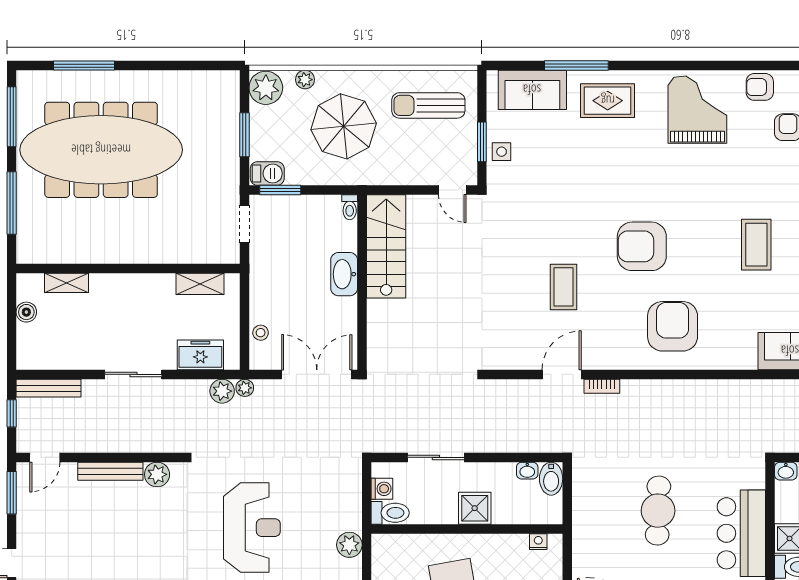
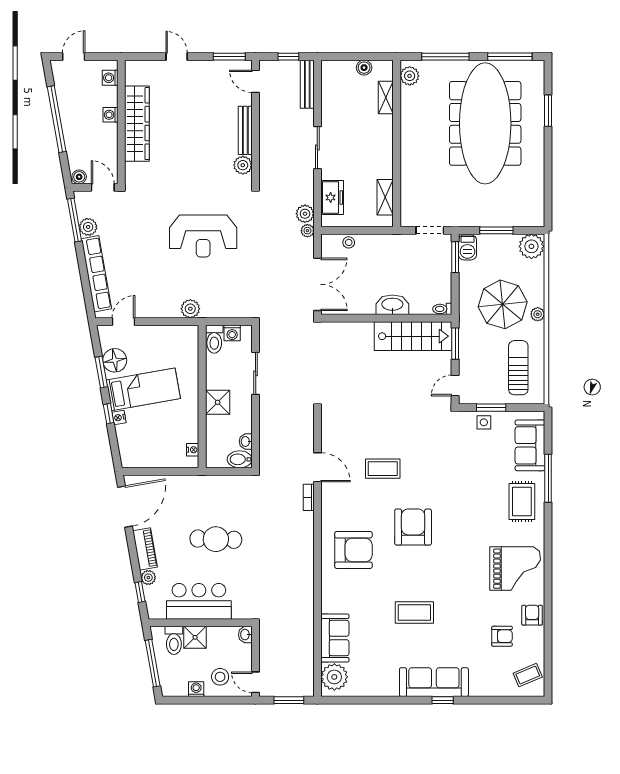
window: (84, 66) -> (548, 111), width x0.69
plant: (305, 80) -> (538, 314), moved
window: (396, 190) -> (455, 344), added
plant: (37, 251) -> (410, 76), added

